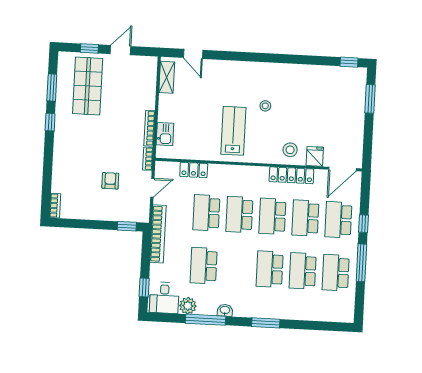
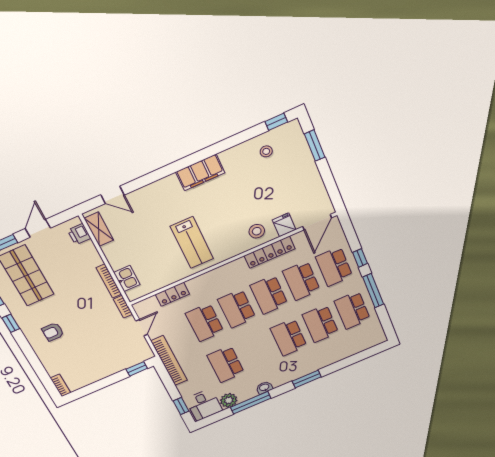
filing cabinet: (270, 72) -> (200, 172), added
printer: (149, 73) -> (79, 234), added
stool: (265, 106) -> (266, 151), moved
lab bench: (233, 131) -> (192, 243), turned 180
armchair: (110, 181) -> (53, 332), moved, turned -90

